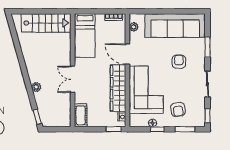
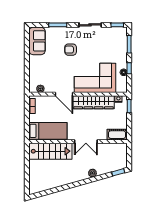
stairs: (46, 23) -> (50, 151), moved, turned 90
sofa: (175, 26) -> (37, 41), width x0.54, depth x0.79
door: (127, 54) -> (64, 94), hinge flipped
armchair: (178, 109) -> (112, 50), removed

